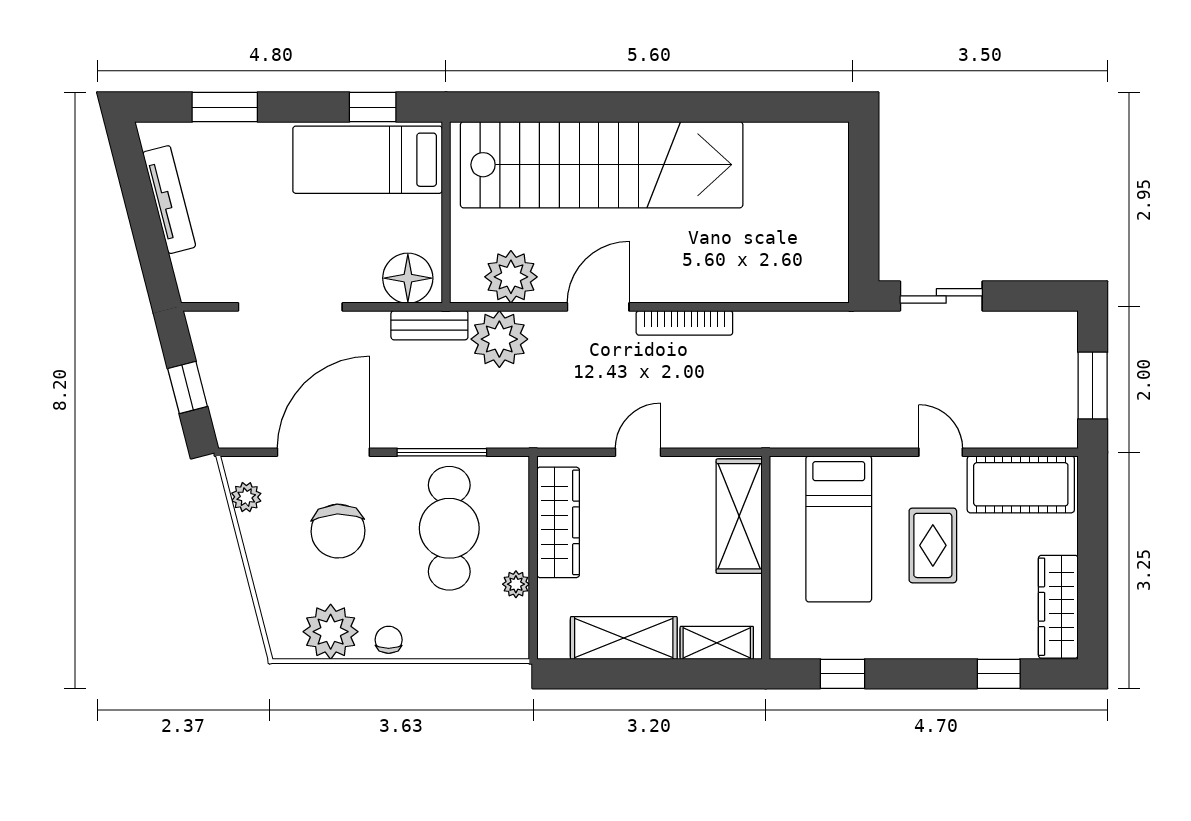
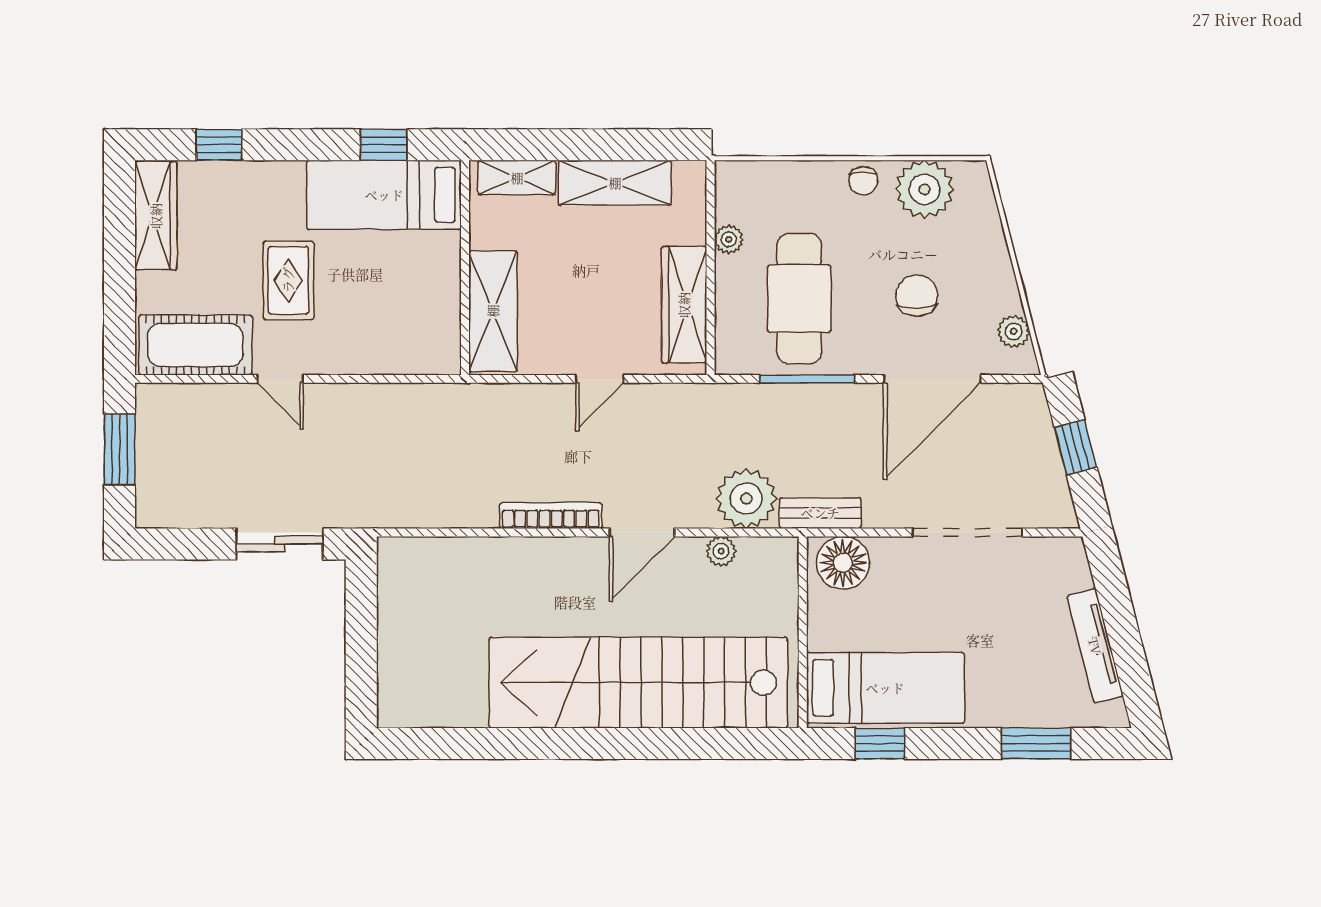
plant: (511, 277) -> (721, 551), width x0.53, depth x0.53
bed: (839, 529) -> (384, 195), moved, turned -90
chair: (338, 531) -> (917, 296), width x0.73, depth x0.73

